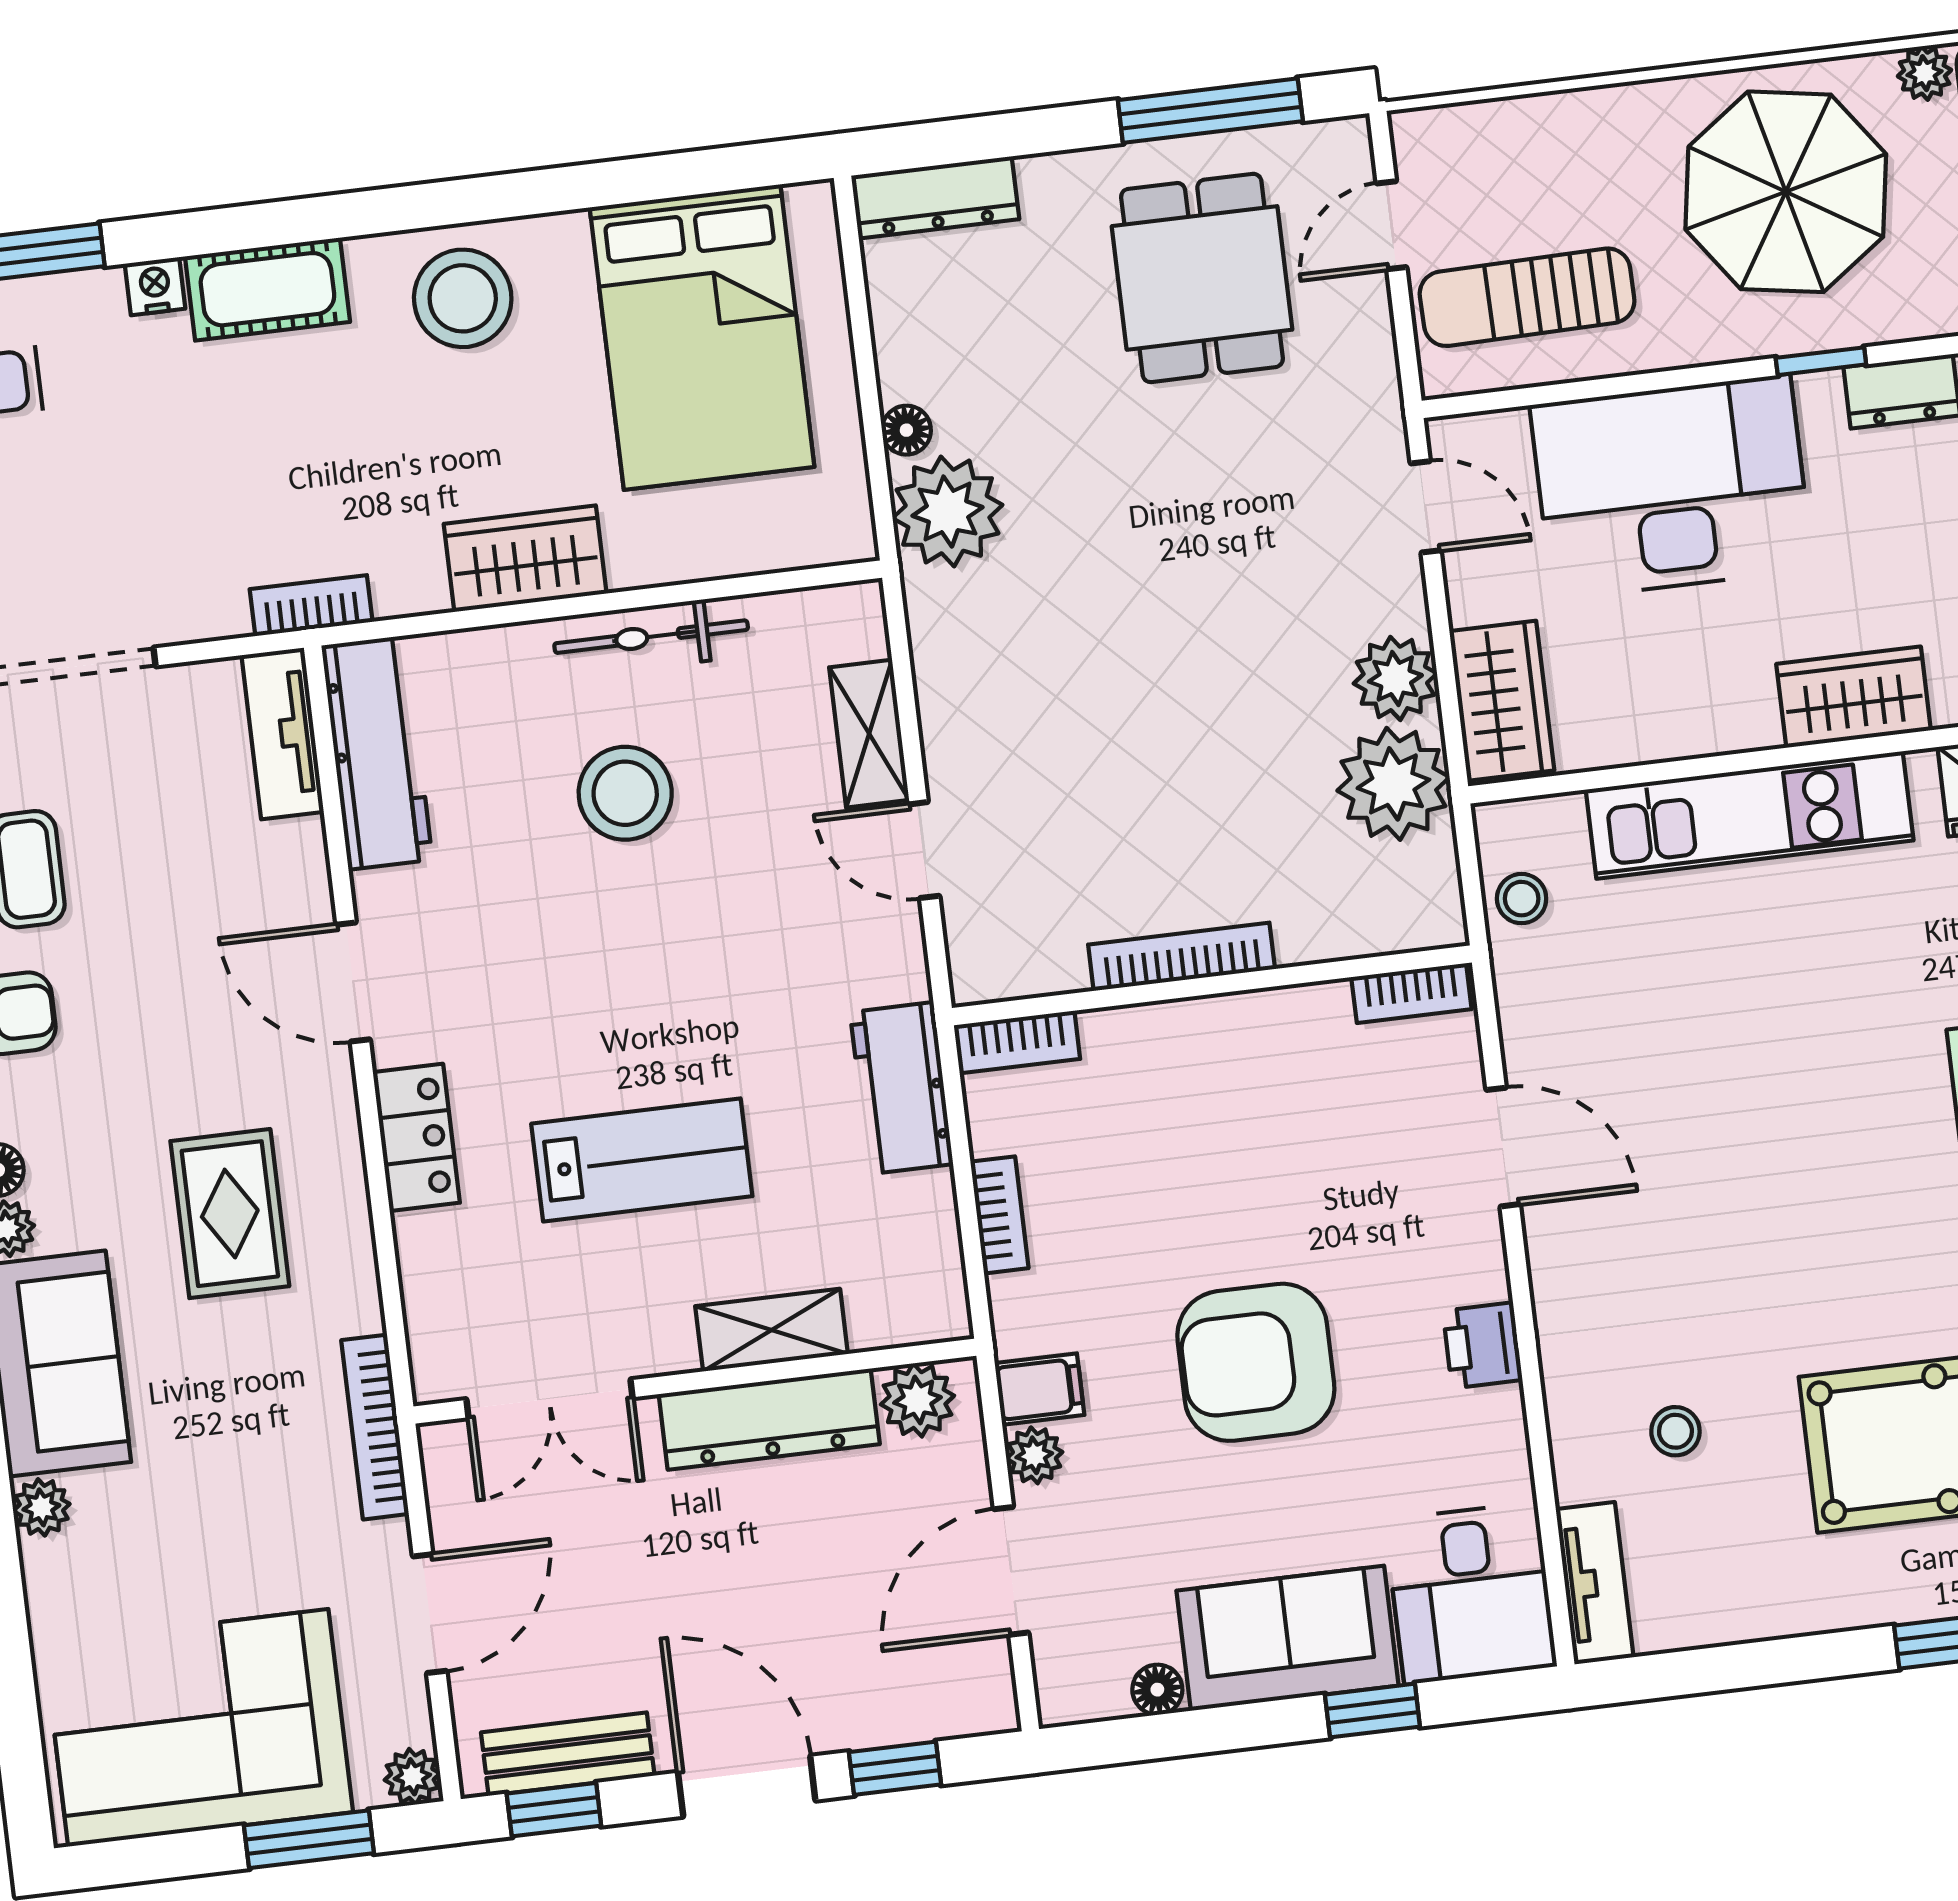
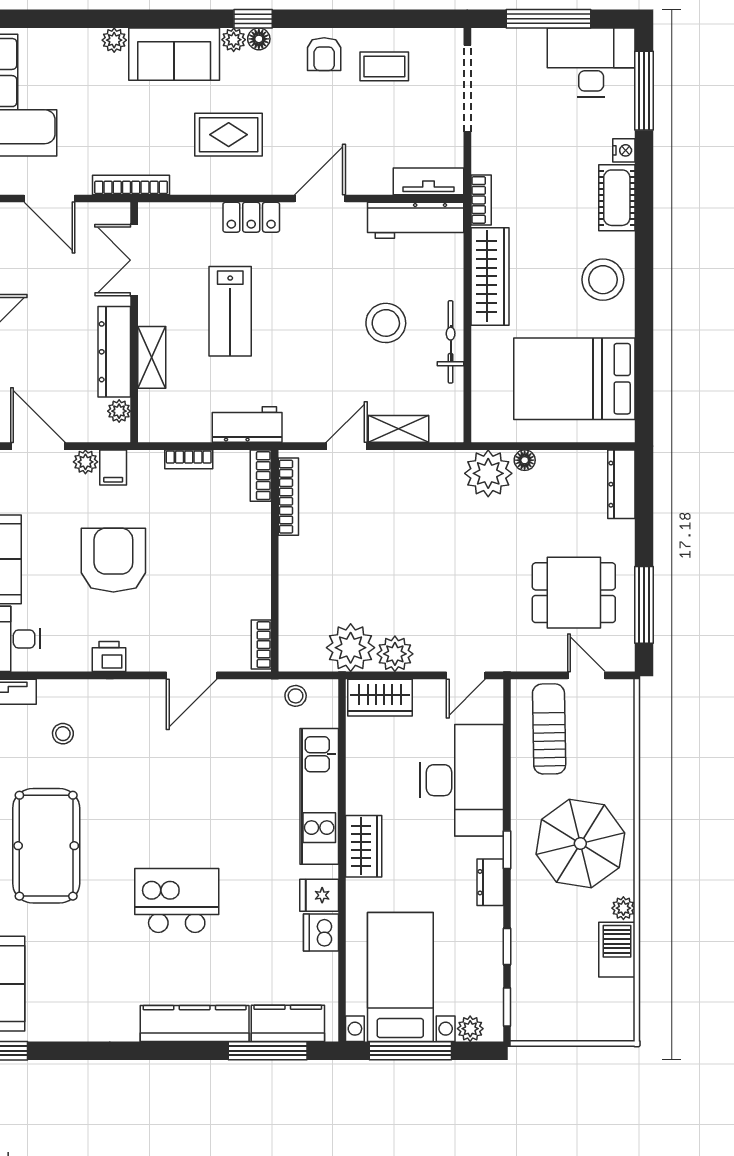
wardrobe: (525, 559) -> (490, 276), width x1.50
bookcase: (1182, 957) -> (288, 497), moved
plant: (918, 1400) -> (119, 411), width x0.73, depth x0.73

